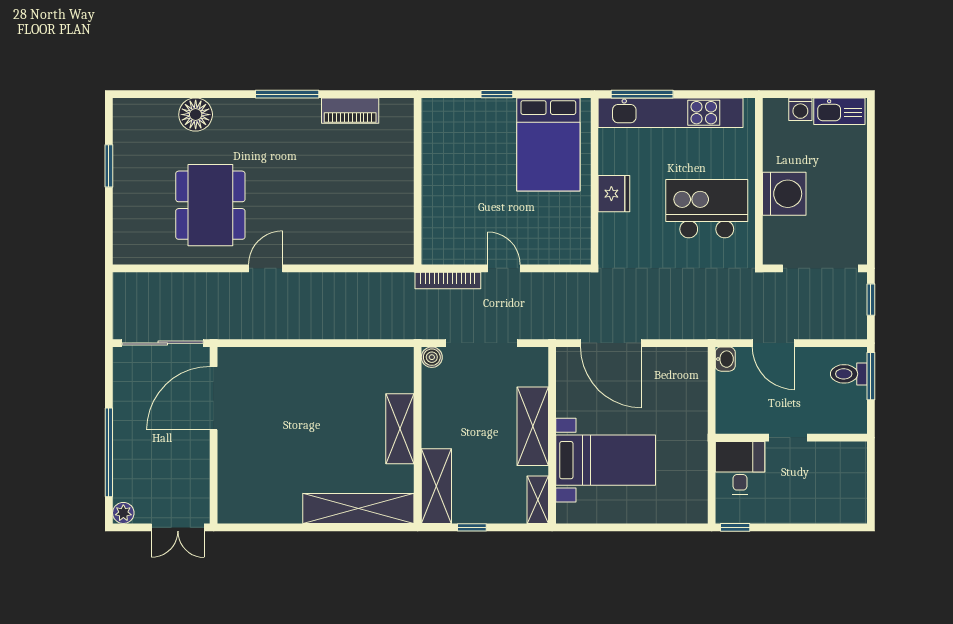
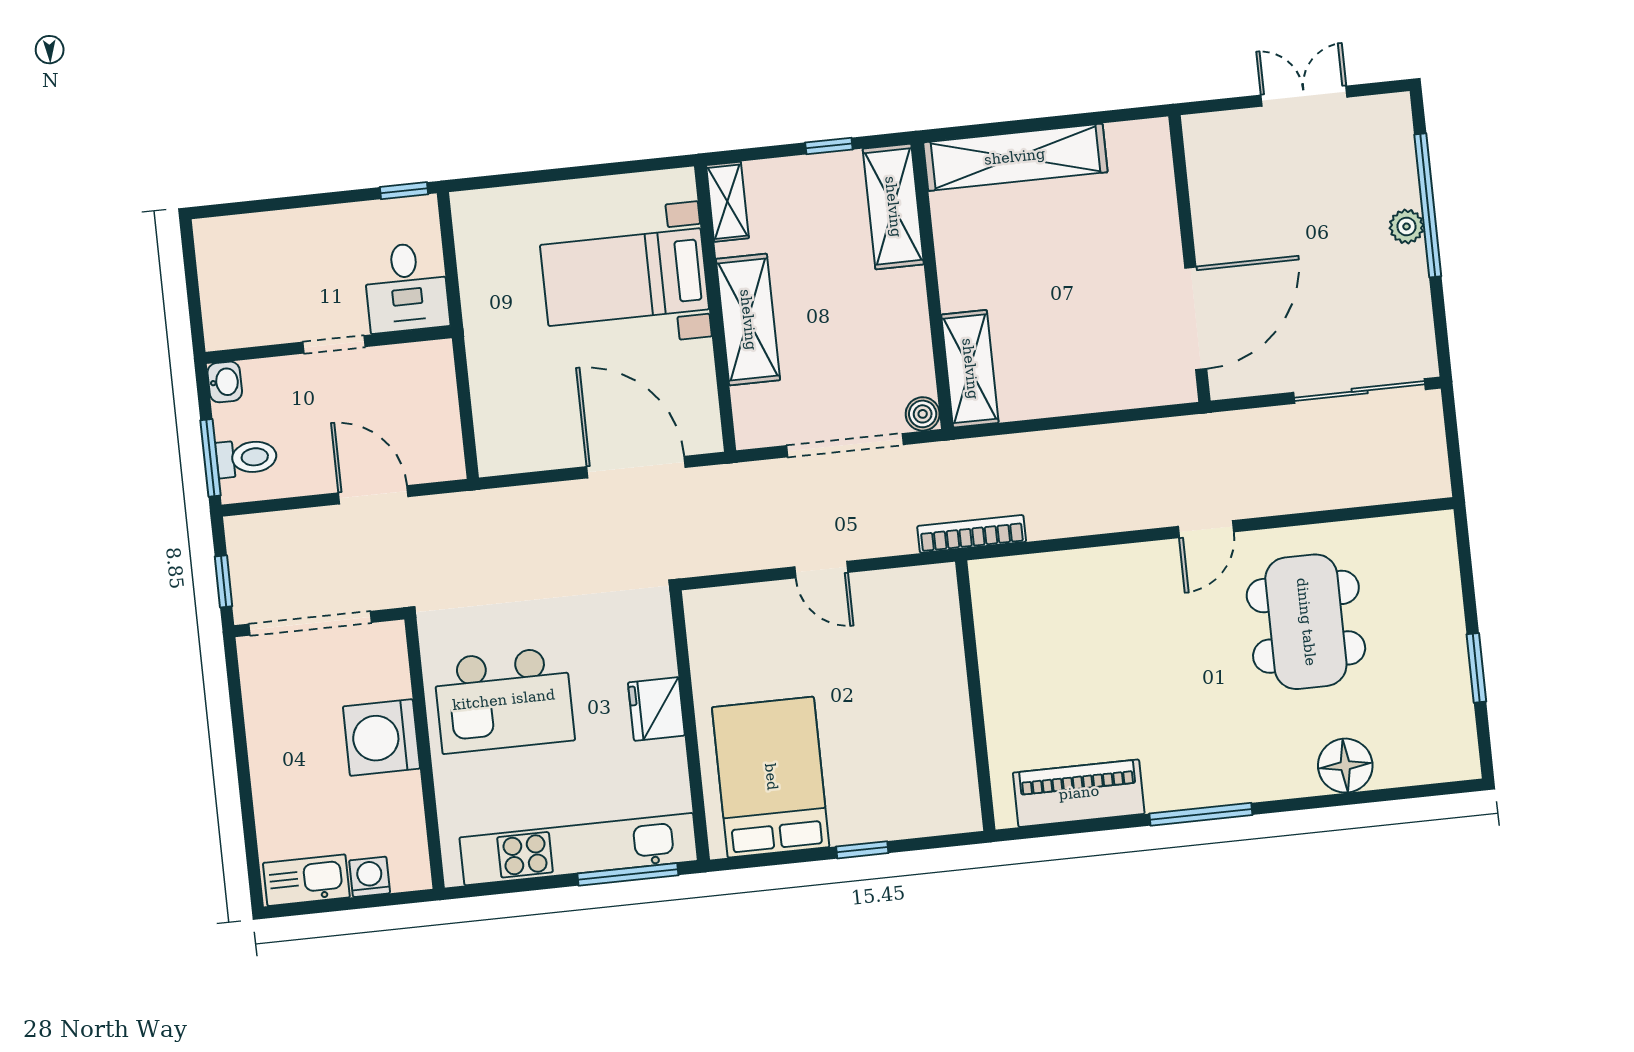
piano: (350, 111) -> (1079, 793), width x1.37, depth x1.33
bookcase: (448, 280) -> (972, 534), moved
washbasin: (725, 359) -> (225, 382), moved, turned 180
door: (214, 398) -> (1196, 318), moved
shelving: (400, 429) -> (970, 369), moved
wall: (214, 435) -> (1189, 259), moved
plant: (123, 513) -> (1407, 226), moved

